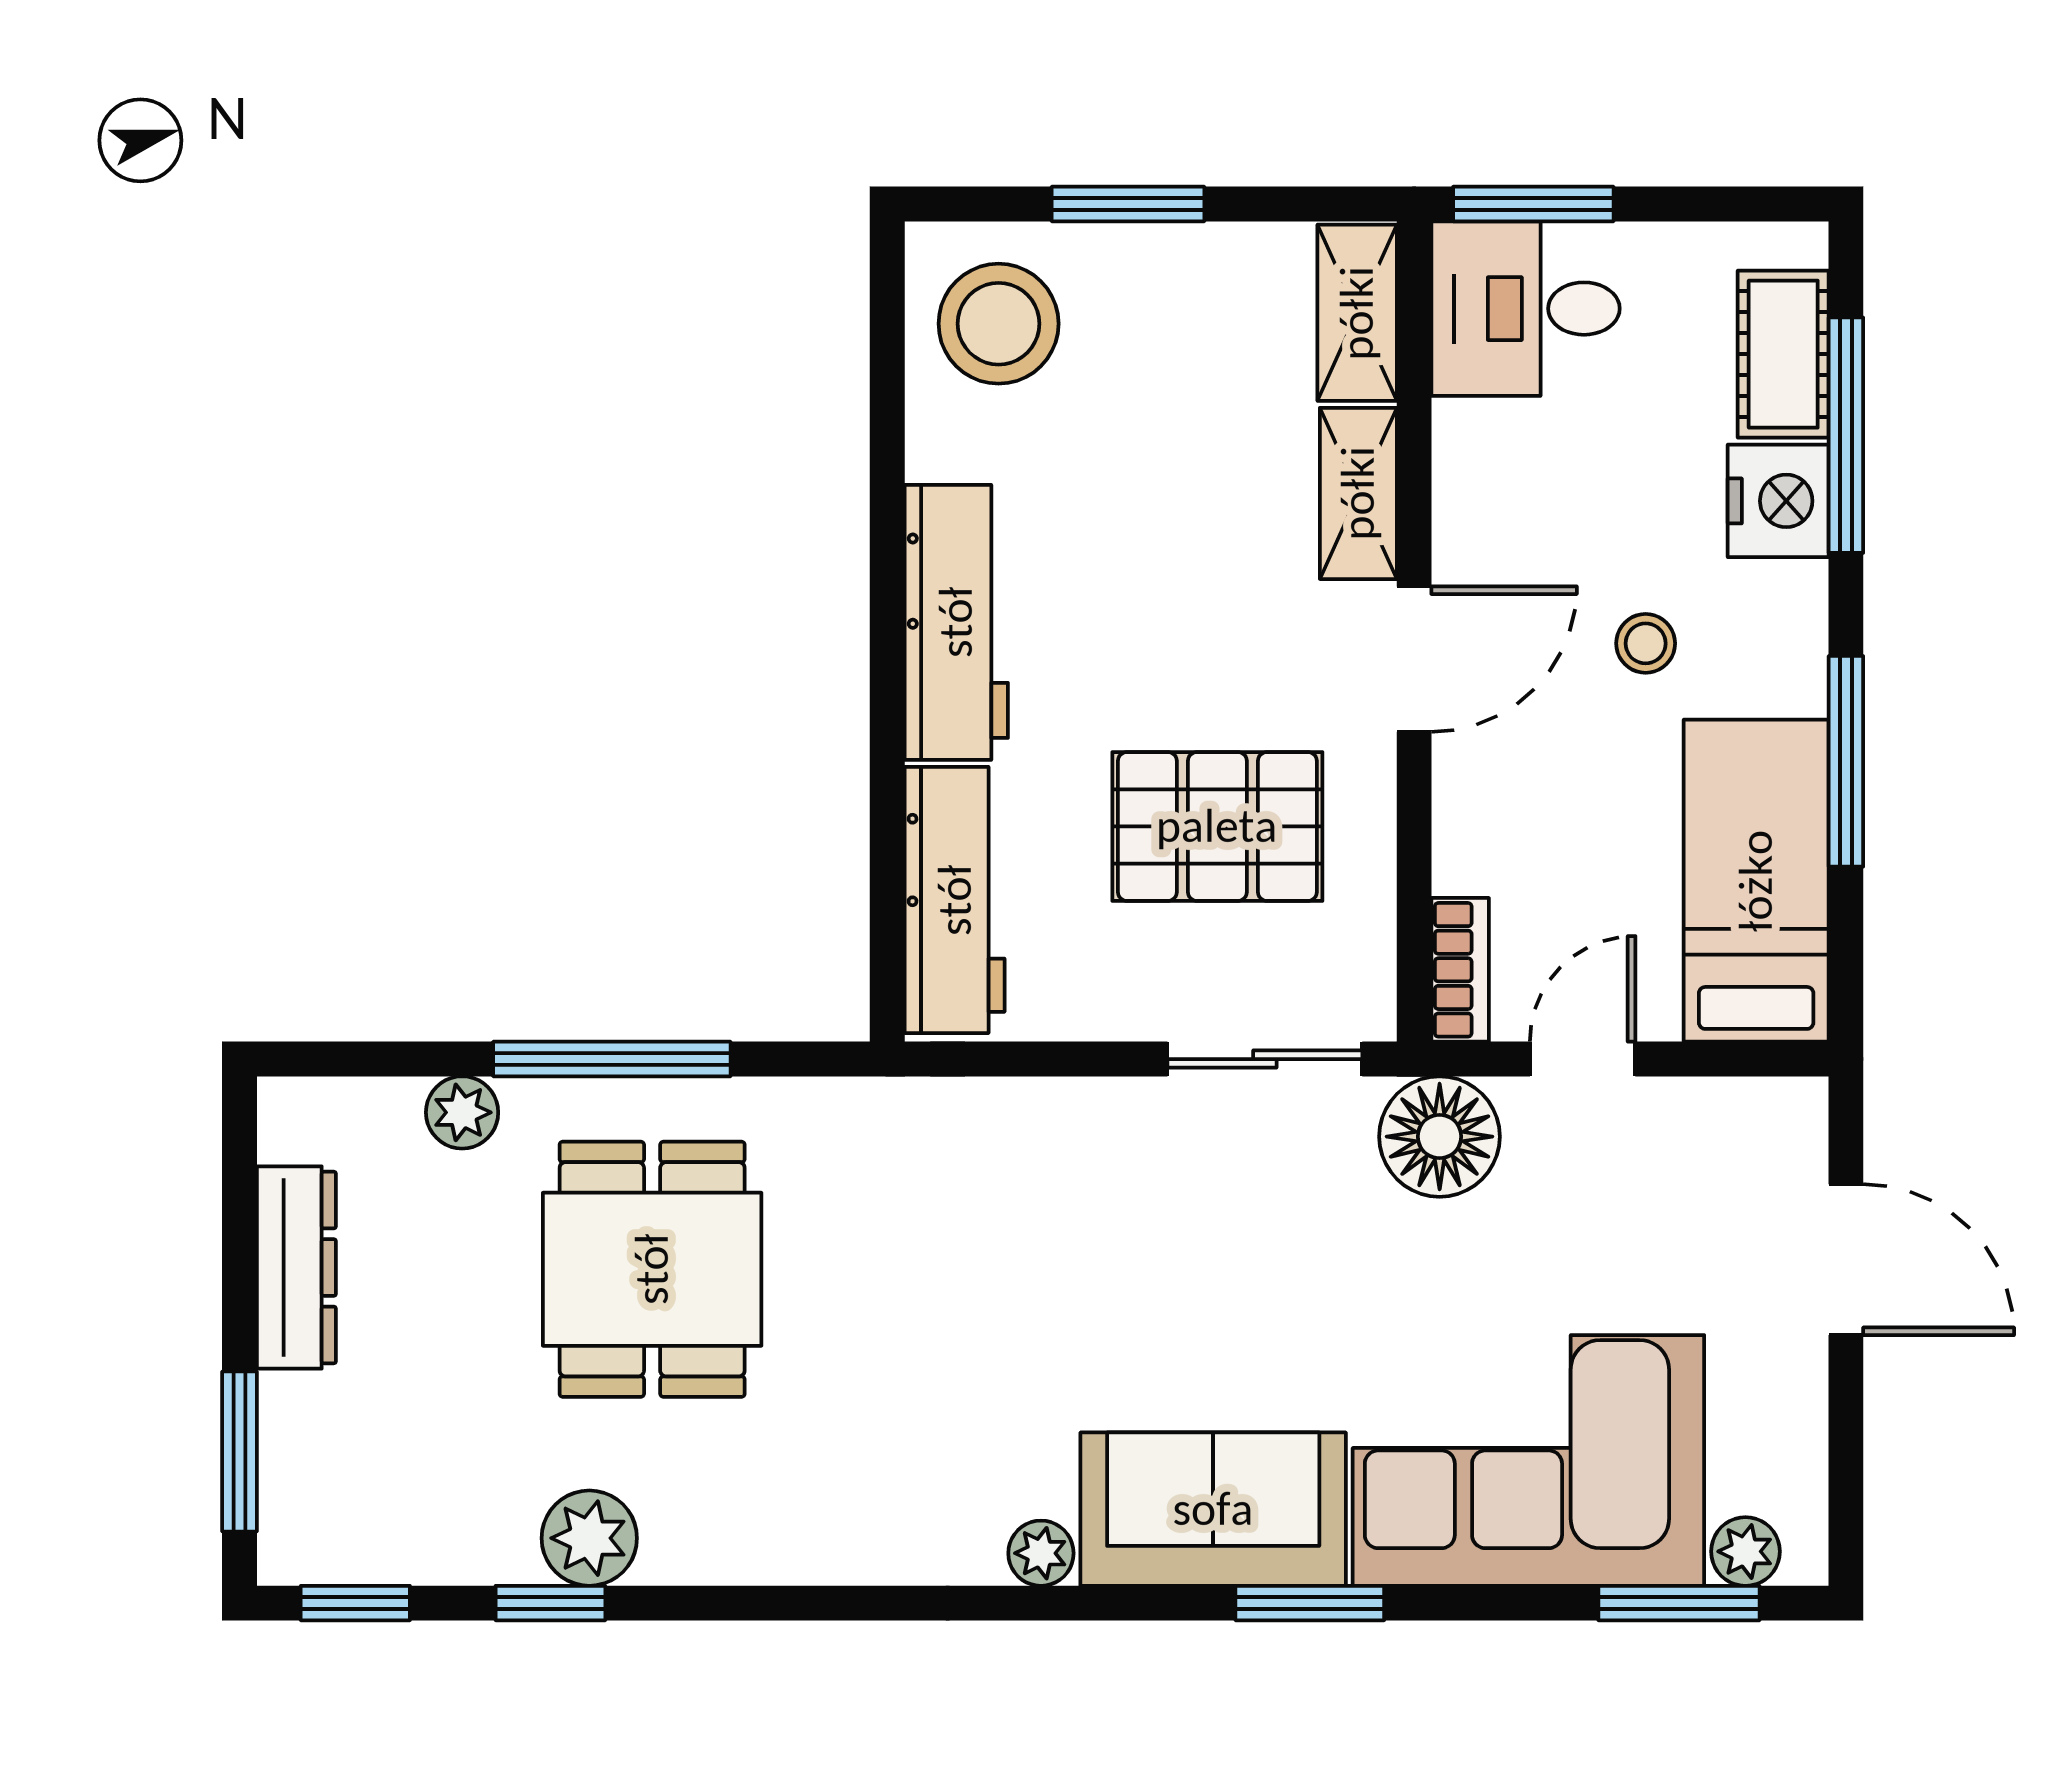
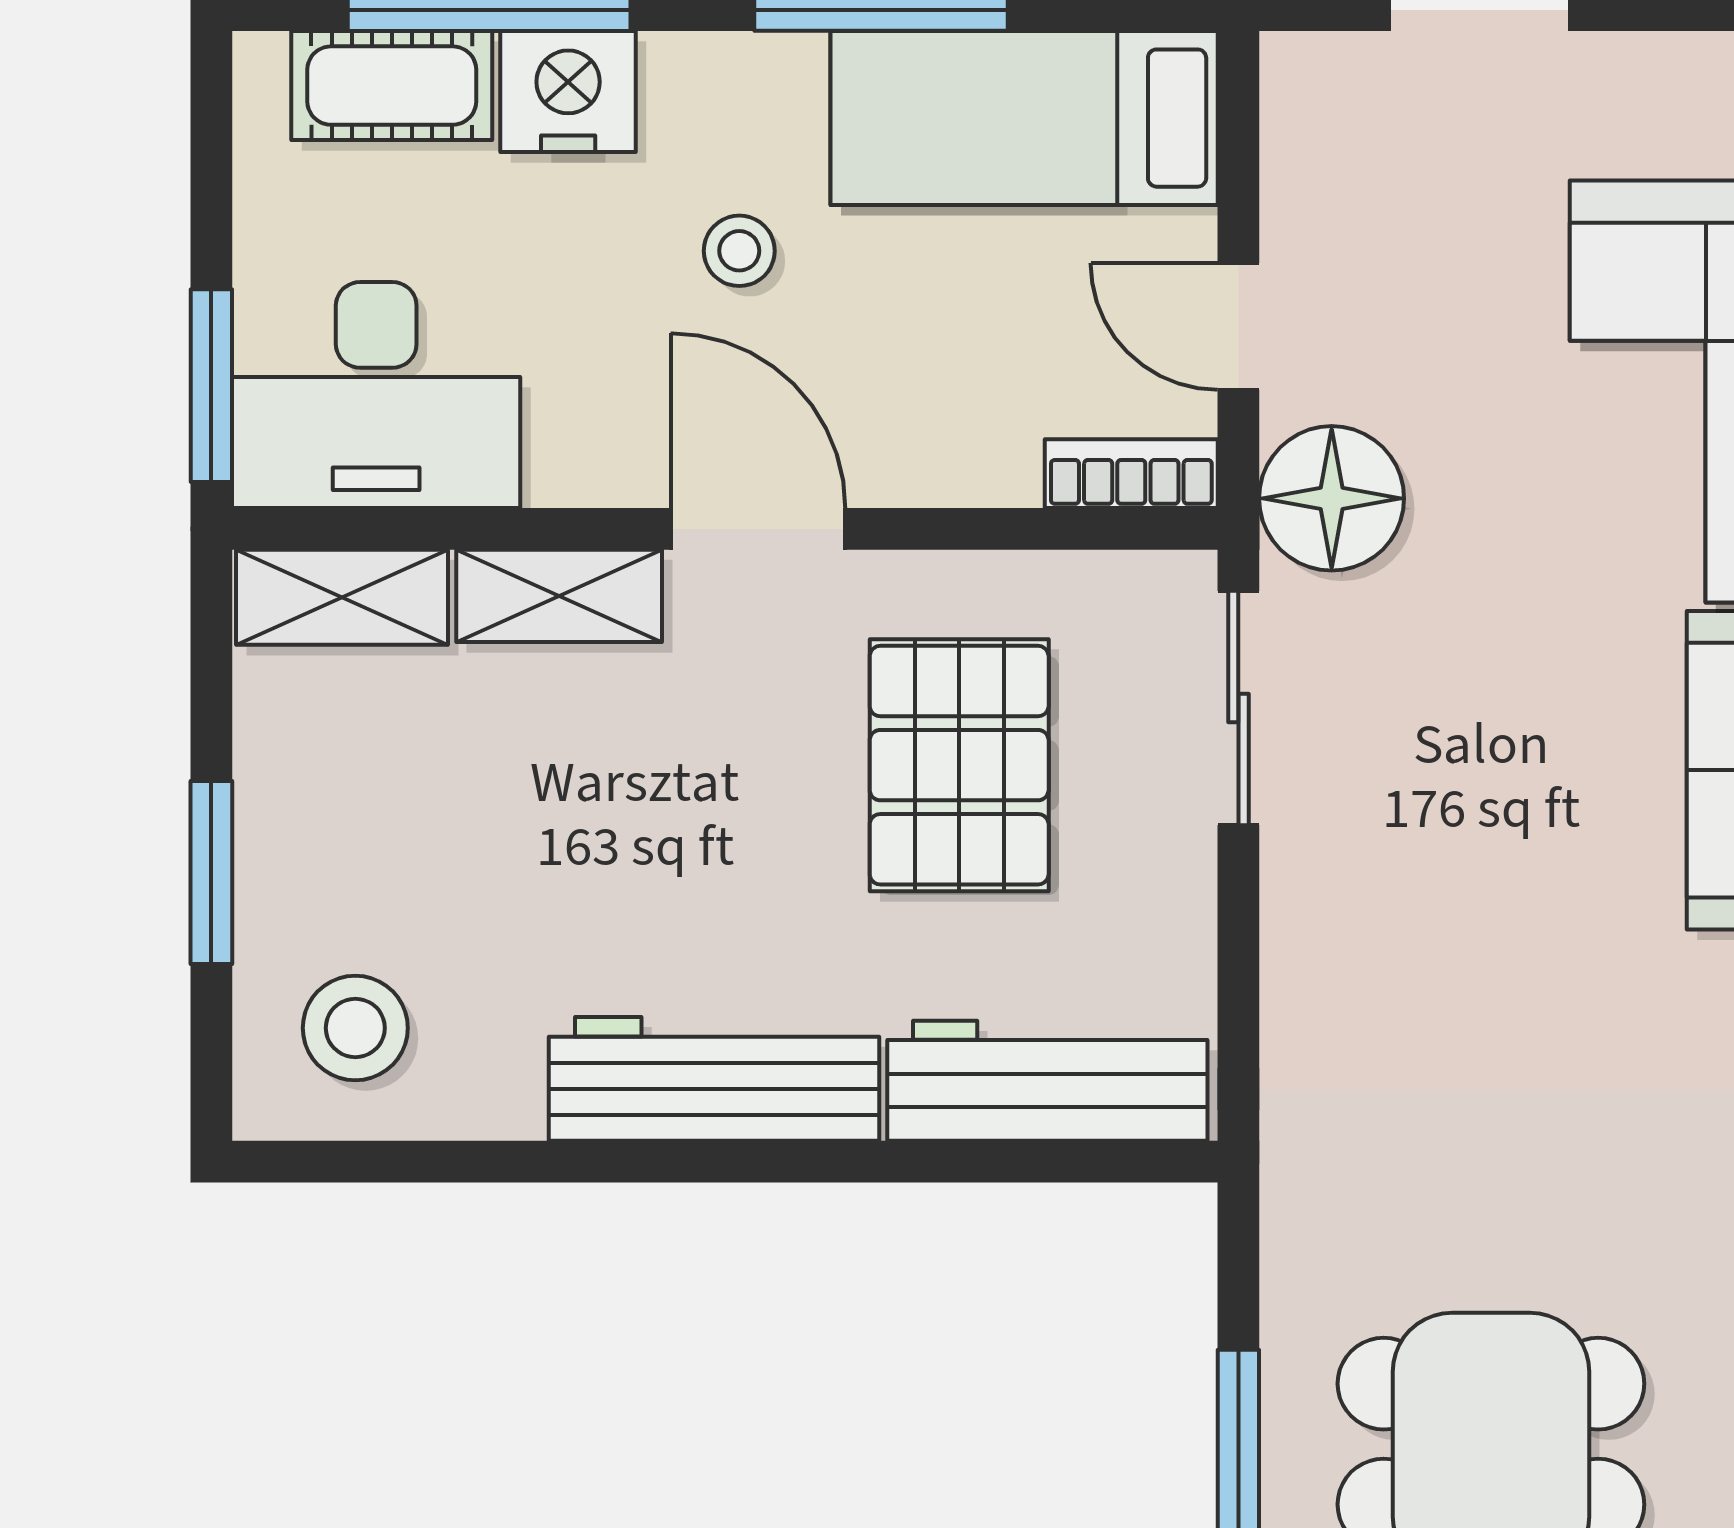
desk: (1526, 309) -> (376, 395), width x1.37
stool: (999, 324) -> (355, 1028), width x0.73, depth x0.73

